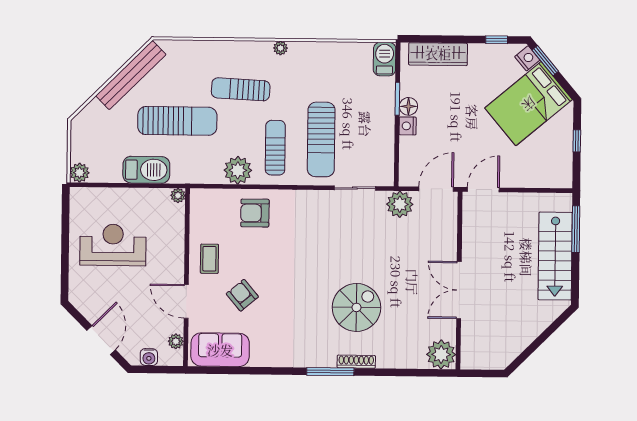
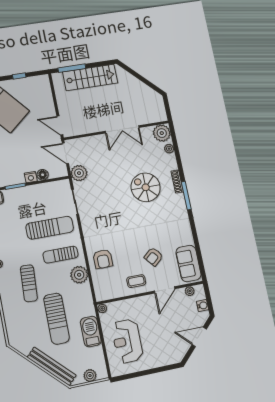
bench: (131, 75) -> (52, 366), moved
floor lamp: (408, 106) -> (43, 175), moved
sun lounger: (177, 121) -> (57, 319), turned 180
plant: (80, 173) -> (90, 376), moved
reception desk: (113, 245) -> (127, 341), moved
plant: (413, 361) -> (169, 149), added

